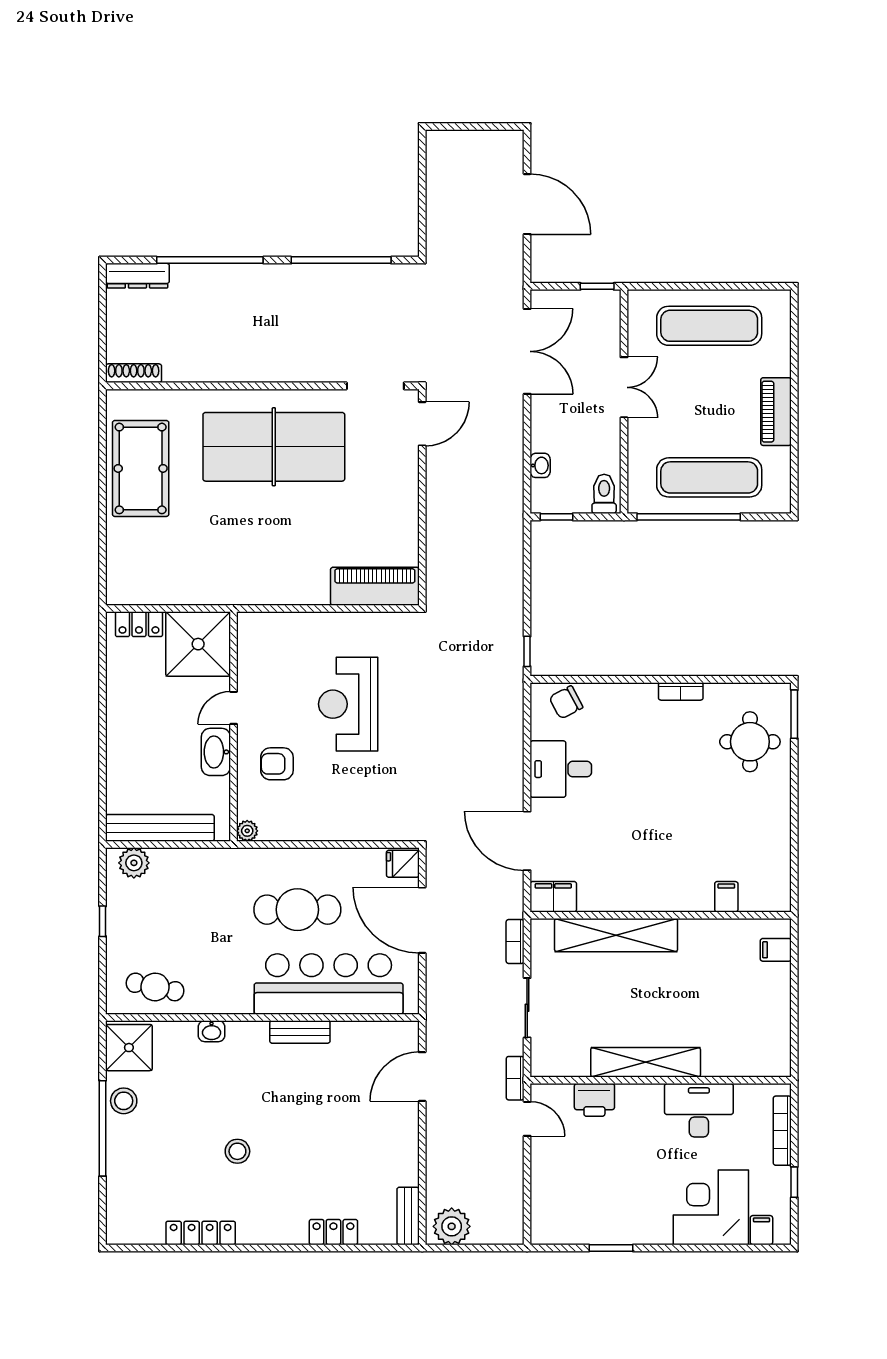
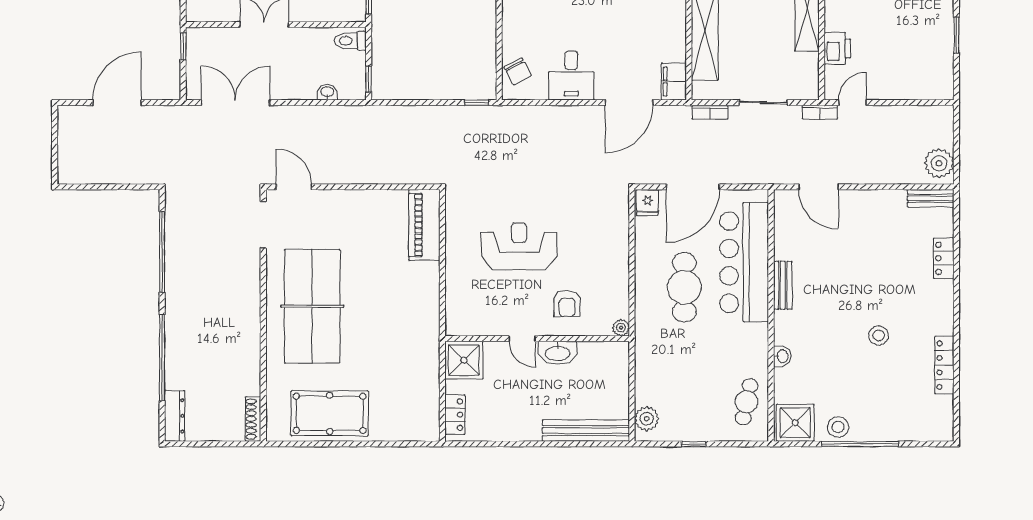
shower: (198, 644) -> (464, 360), width x0.73, depth x0.73
reception desk: (348, 704) -> (519, 246), turned 180
bench: (160, 828) -> (586, 431), moved, turned 90

